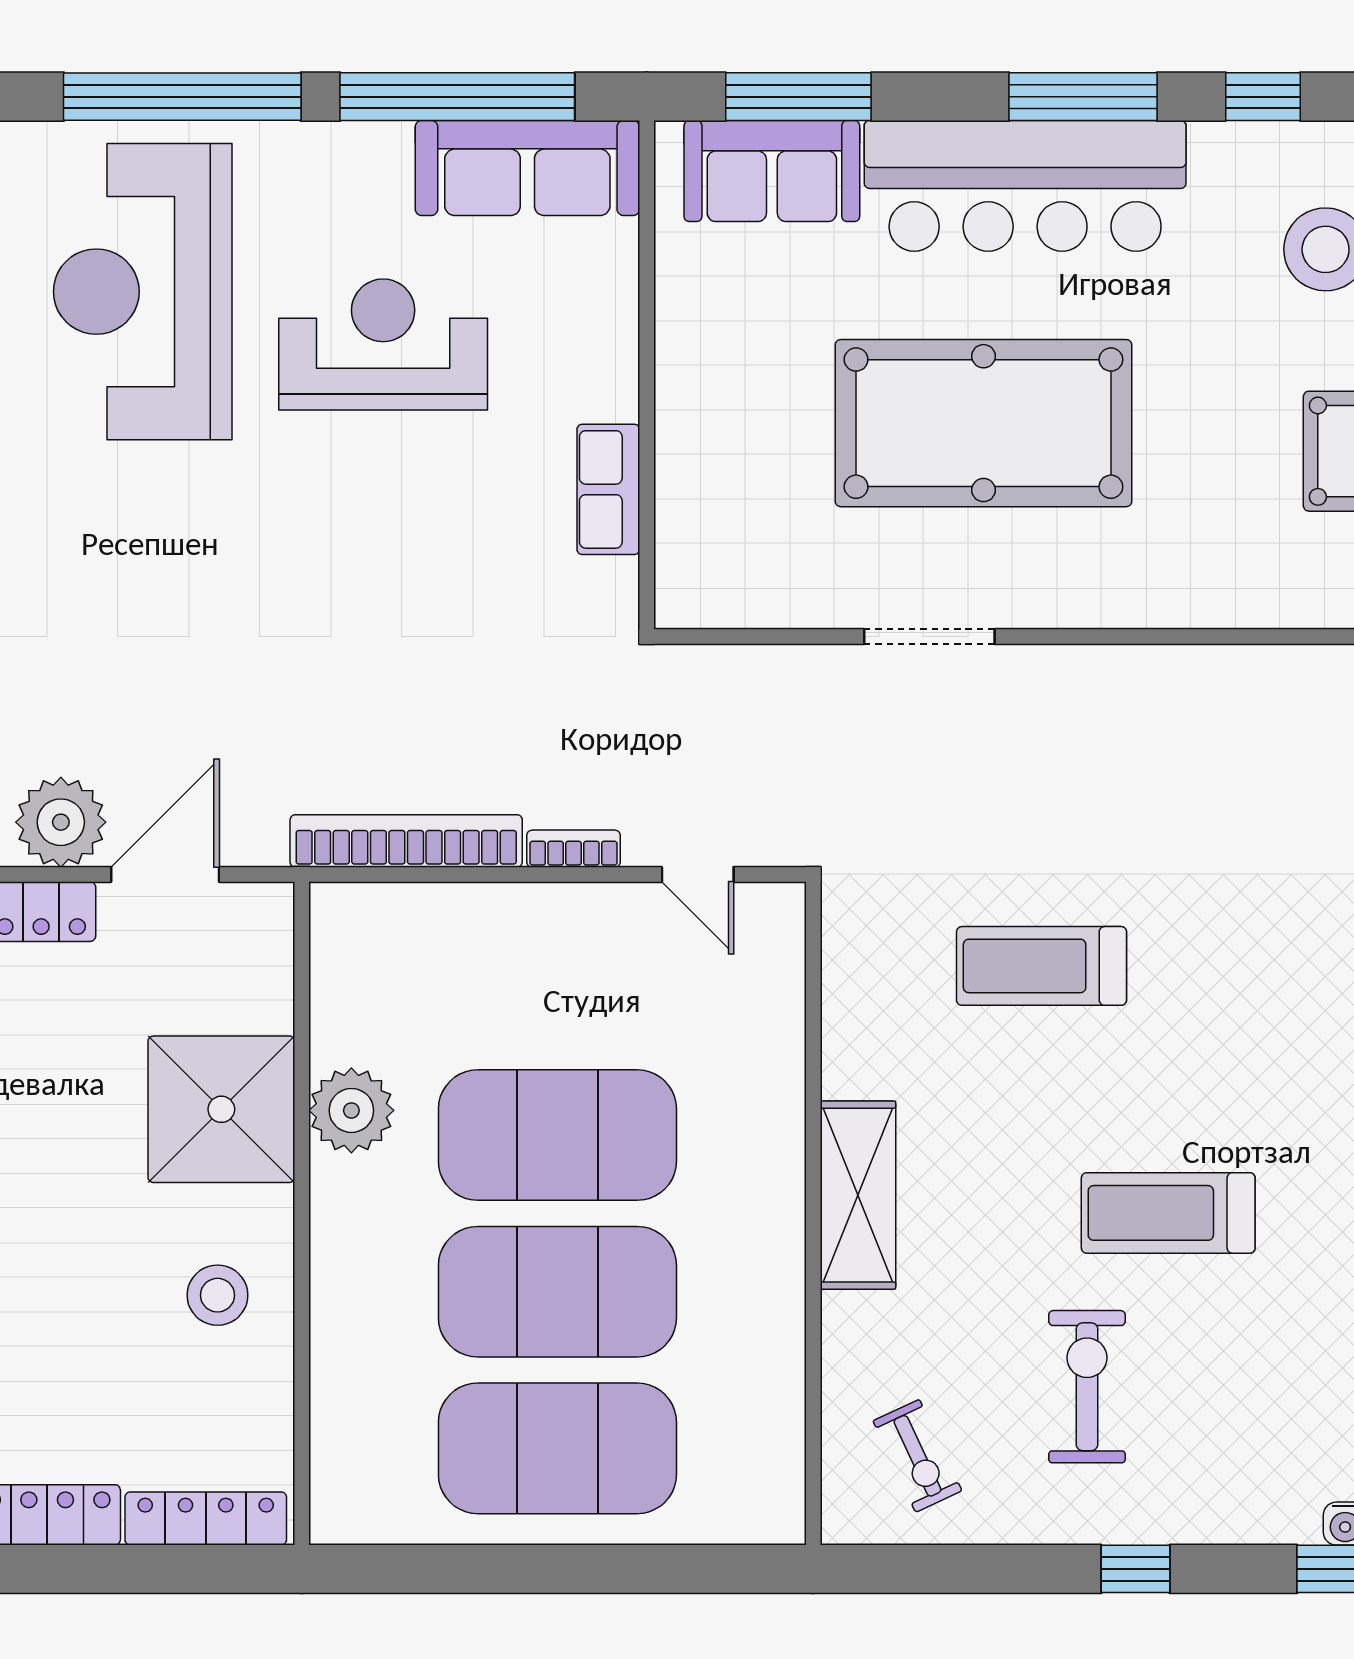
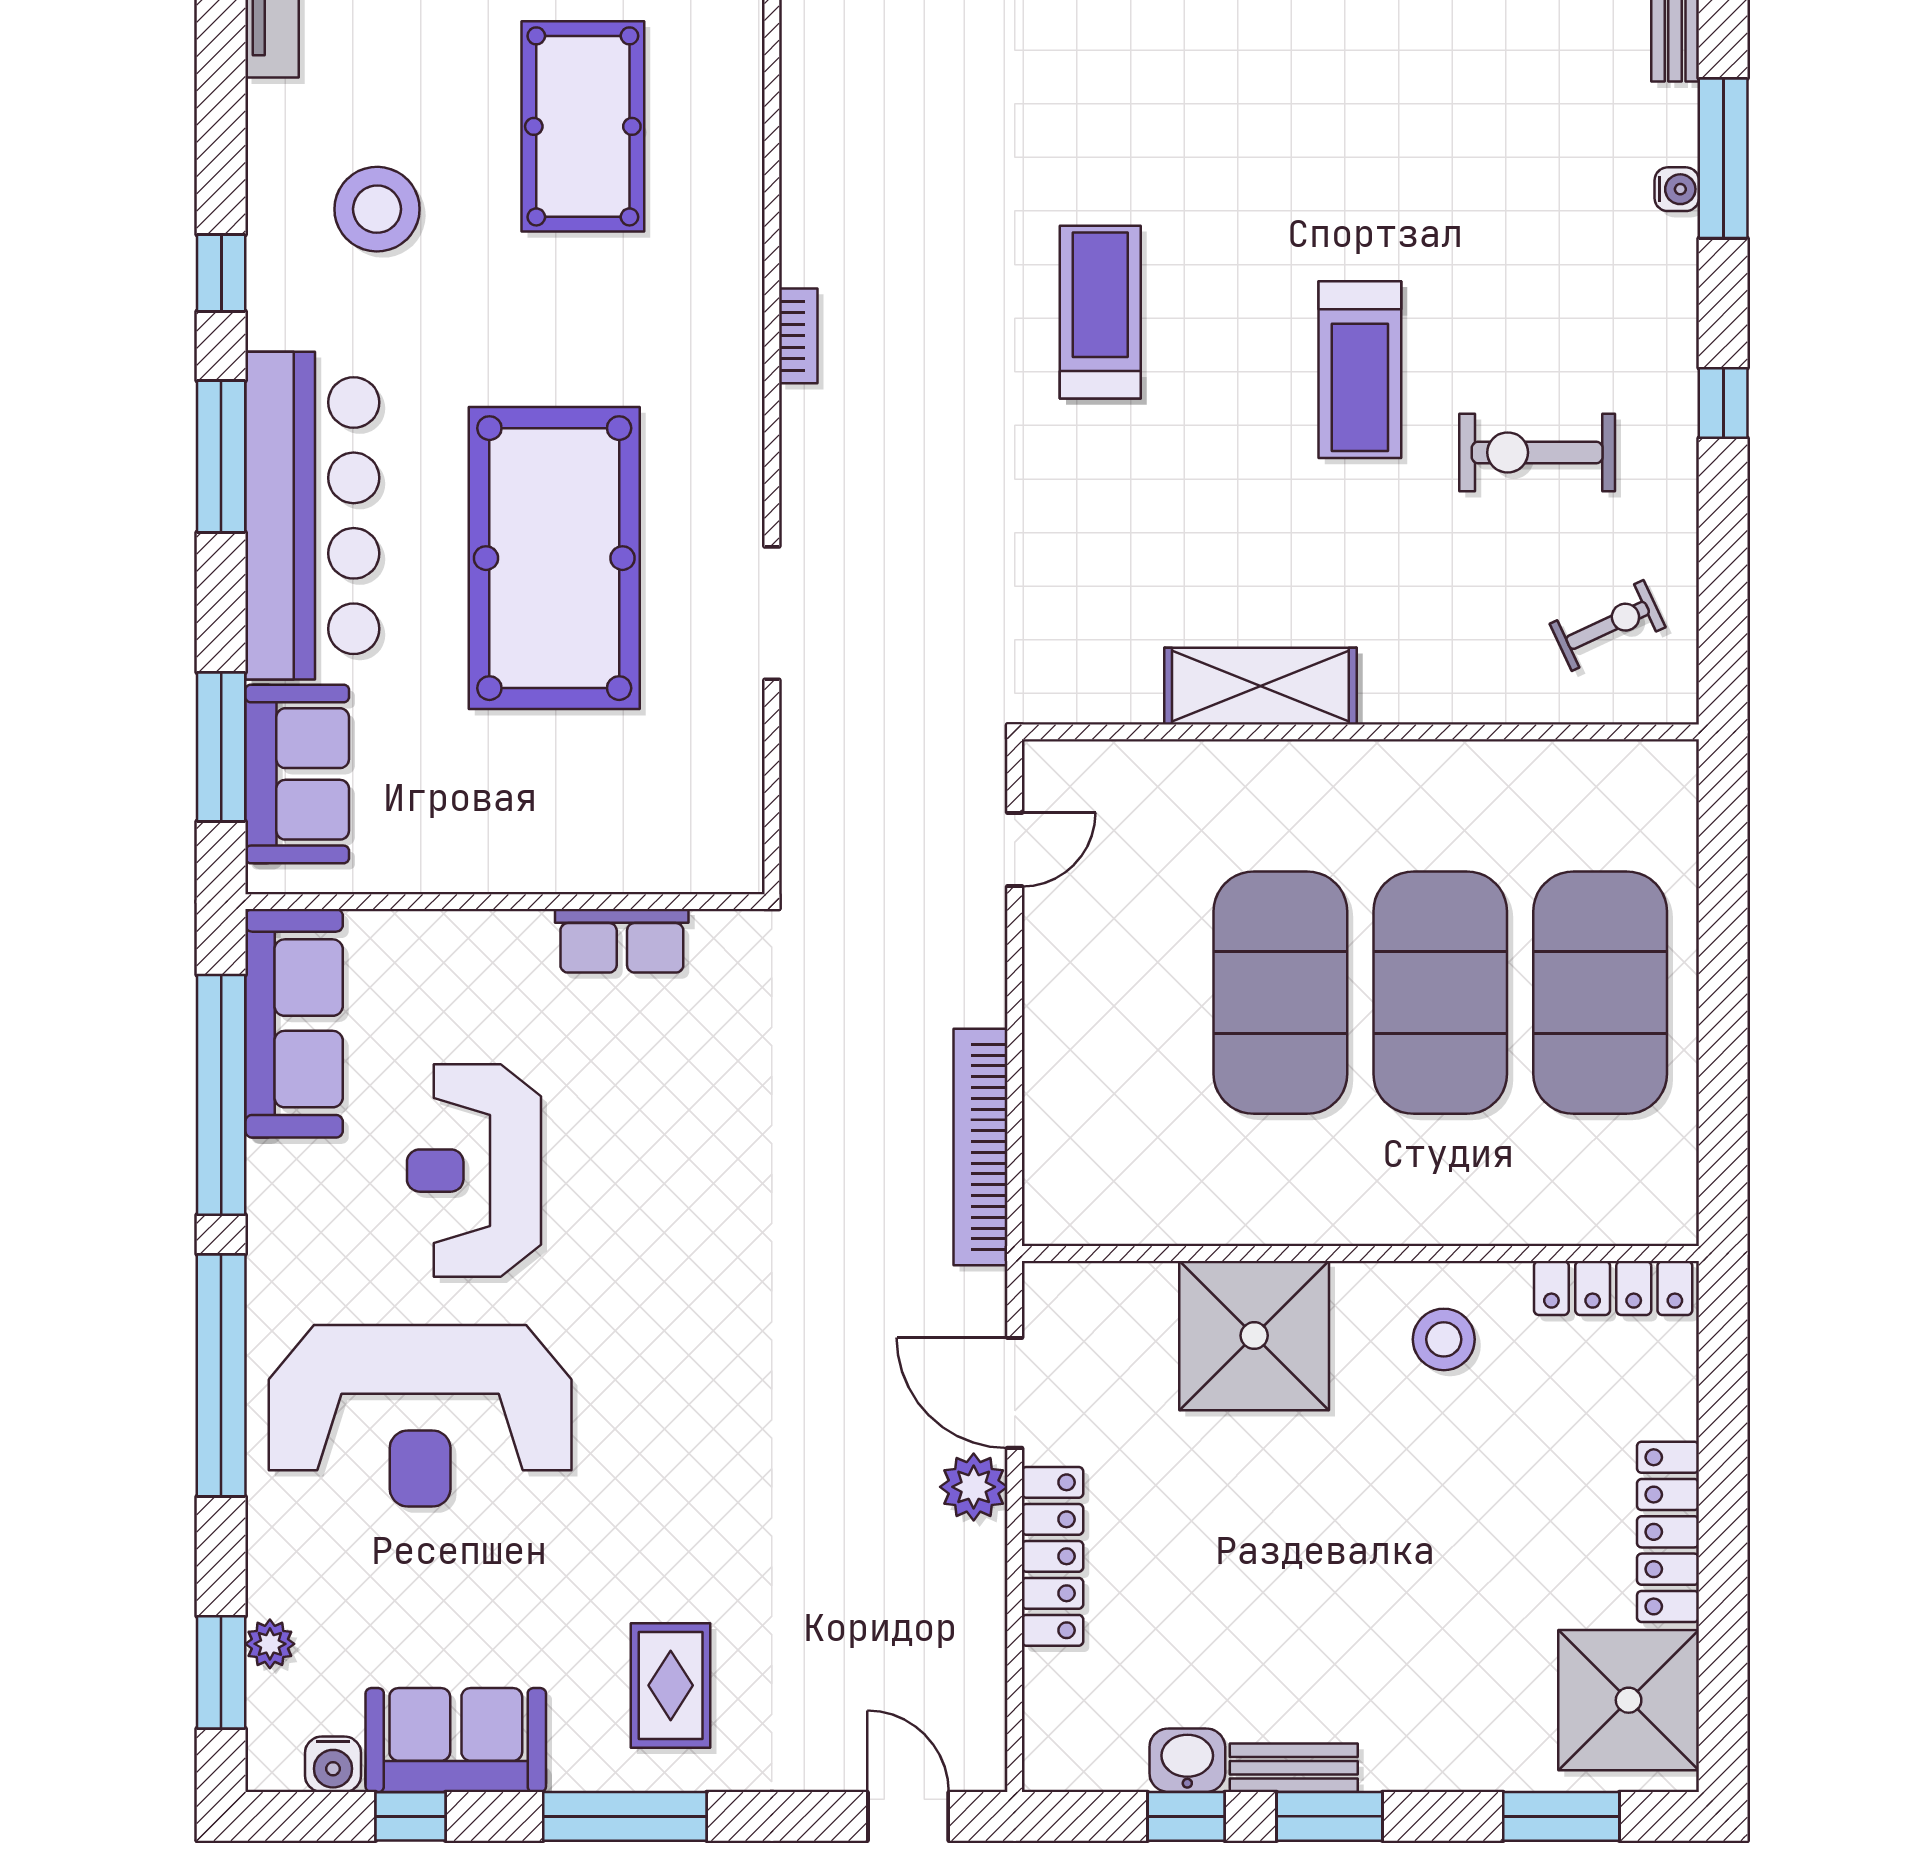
plant: (61, 822) -> (974, 1487), width x0.73, depth x0.73
bookcase: (574, 849) -> (798, 336), moved, turned 180
treadmill: (1042, 966) -> (1100, 312), moved, turned 180
plant: (351, 1110) -> (1255, 1203), removed
shelving: (858, 1195) -> (1260, 686), moved
locker: (206, 1518) -> (1613, 1288), moved, turned -90

